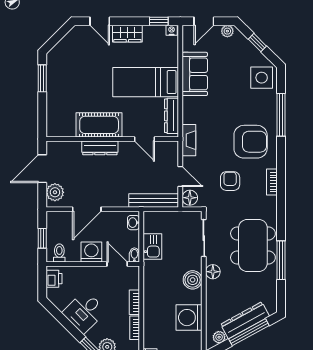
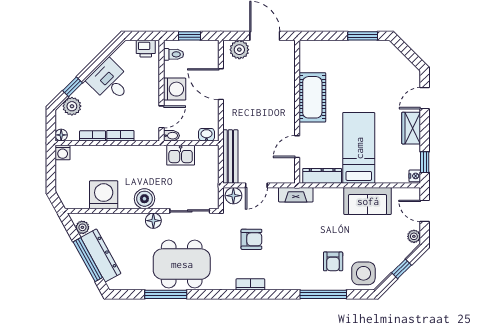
armchair: (251, 142) -> (333, 261), moved, width x0.53, depth x0.53
dresser: (100, 148) -> (287, 98), removed

